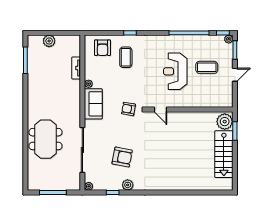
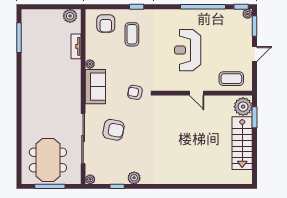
plant: (49, 41) -> (70, 16), moved
coffee table: (207, 67) -> (231, 79), moved
door: (161, 110) -> (197, 93), moved
meeting table: (45, 139) -> (48, 160), moved
armchair: (122, 157) -> (113, 130), moved

